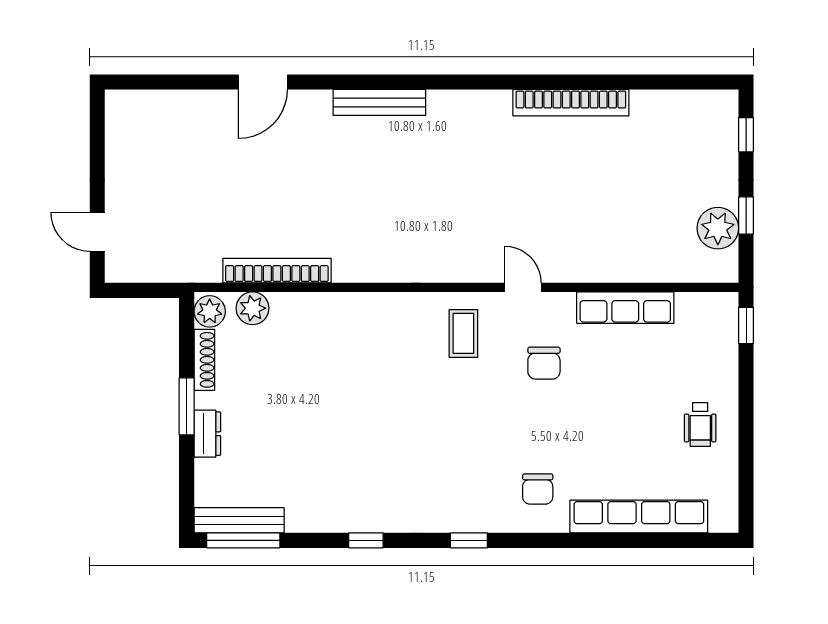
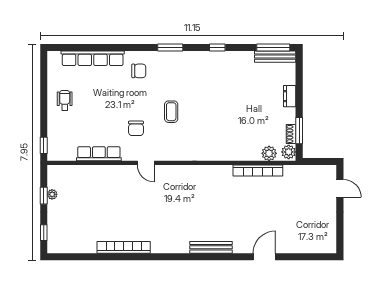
plant: (718, 228) -> (52, 194), width x0.53, depth x0.53
coffee table: (463, 333) -> (171, 112), moved
shoe rack: (204, 360) -> (291, 134), width x0.70
chair: (544, 363) -> (136, 128), turned 180
window: (187, 406) -> (299, 131), moved
chair: (538, 489) -> (139, 71), turned 90
window: (469, 540) -> (170, 47), width x1.50

